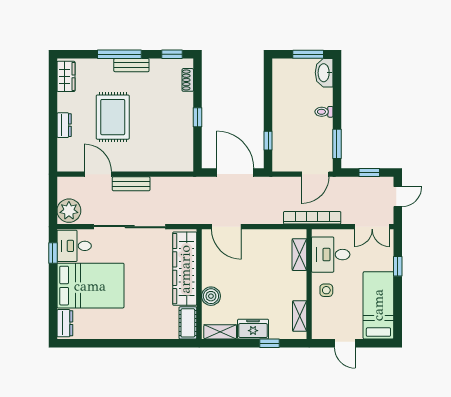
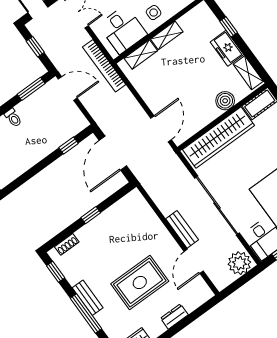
shelving: (300, 316) -> (167, 35), moved

